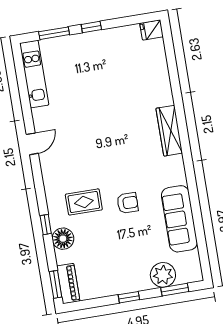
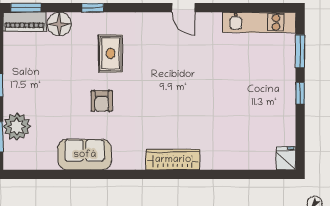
sofa: (179, 219) -> (85, 155), width x0.73
floor lamp: (63, 239) -> (59, 24), moved

